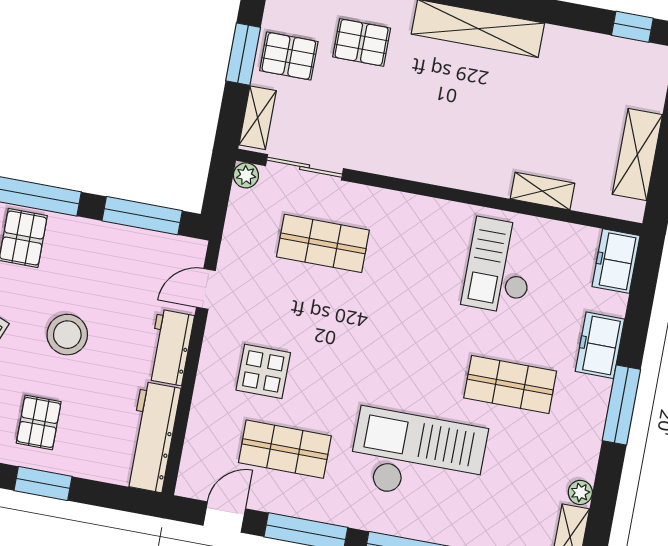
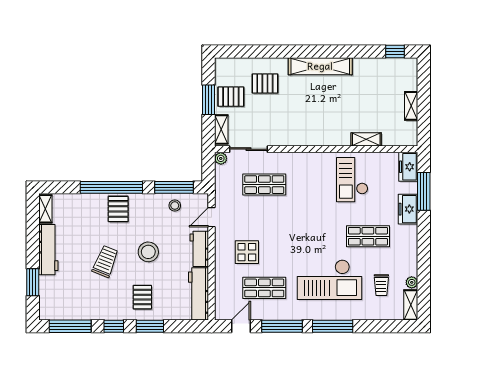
shelving: (637, 155) -> (411, 106), width x0.67, depth x0.75
stool: (137, 252) -> (175, 206), added
window: (621, 405) -> (424, 191), moved
checkout: (418, 457) -> (329, 280), turned 180
trolley: (519, 487) -> (381, 285), added

